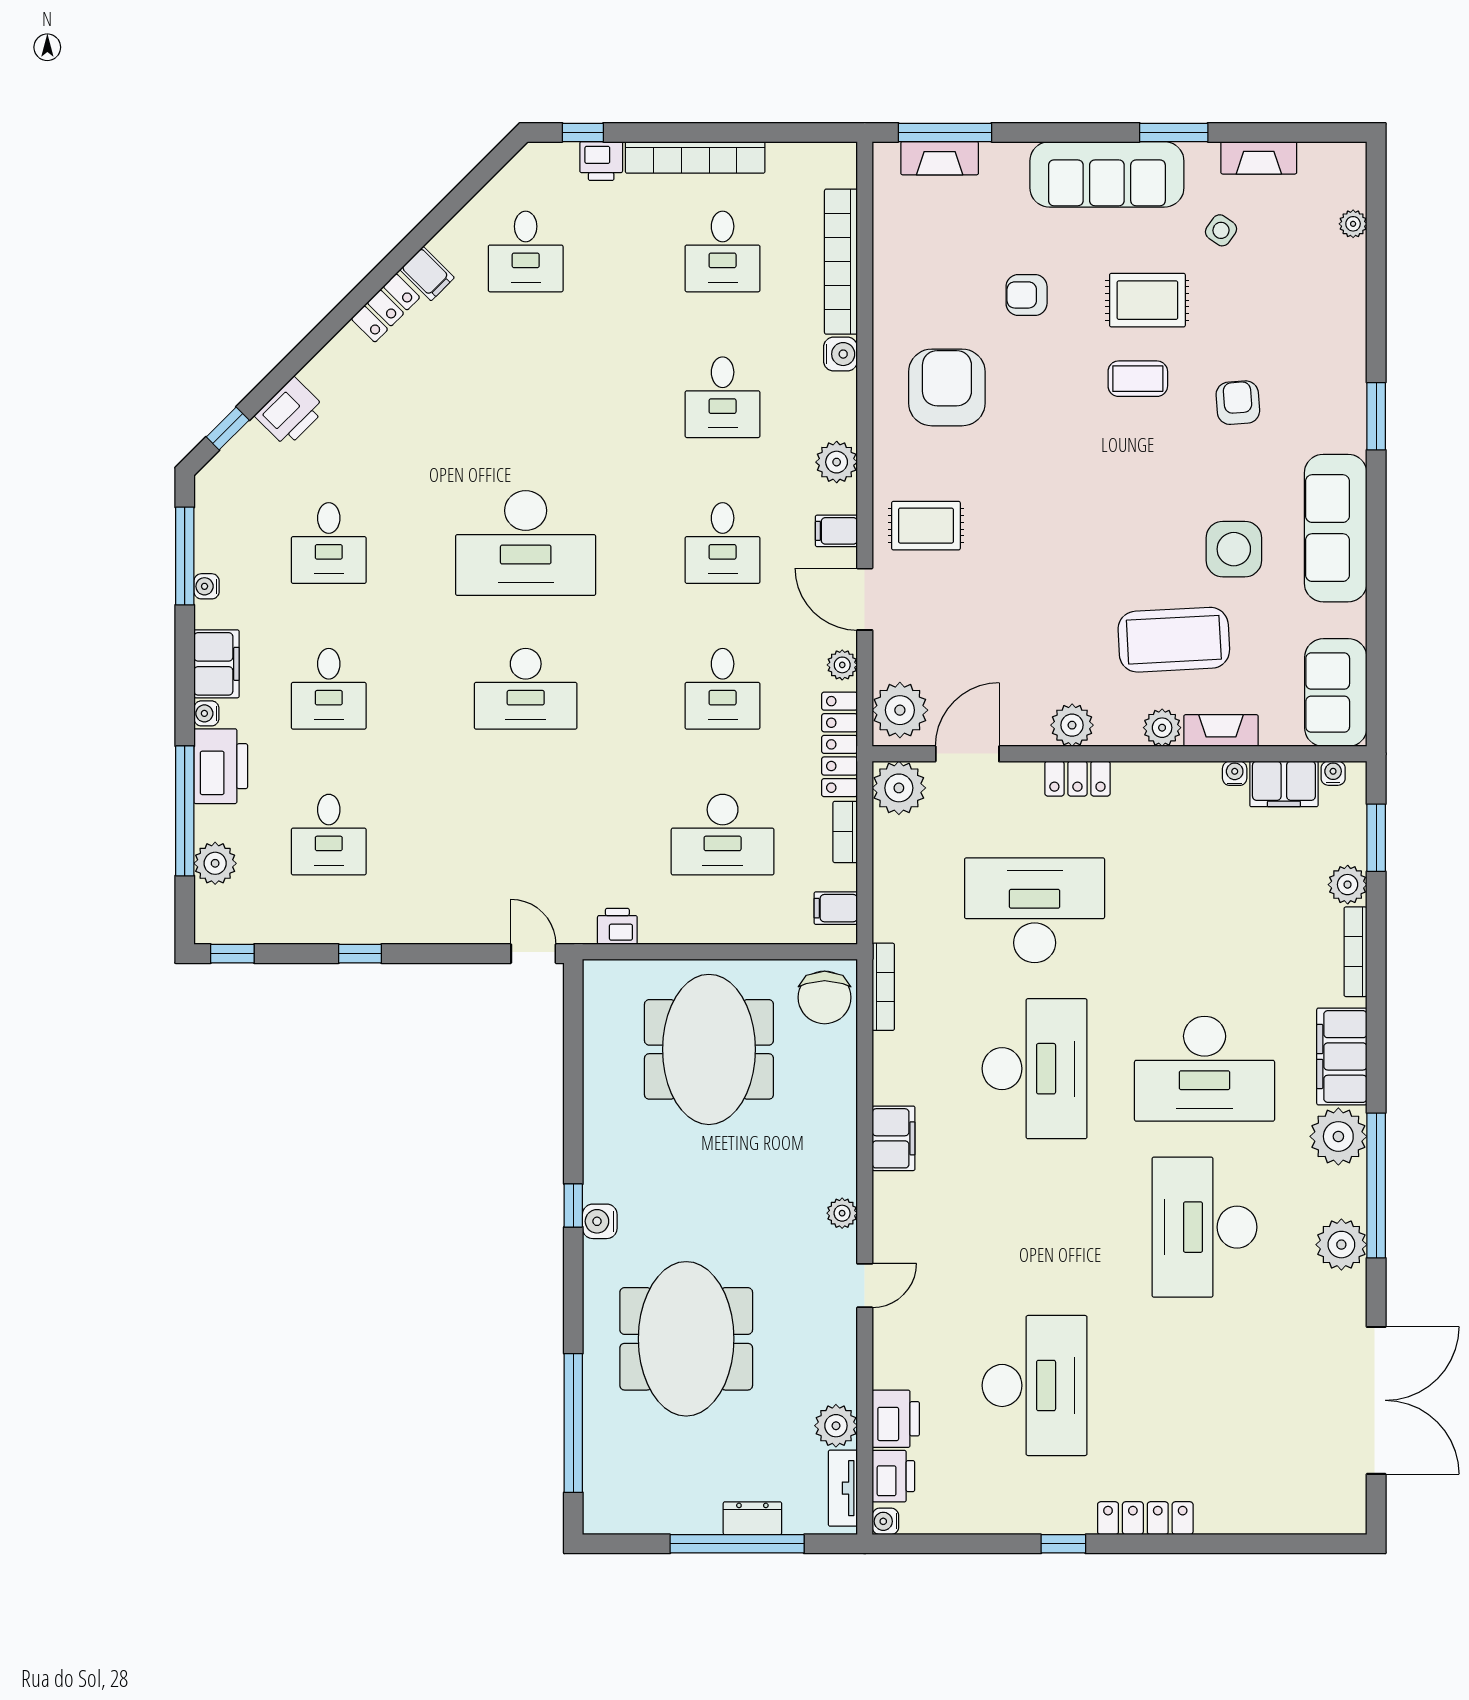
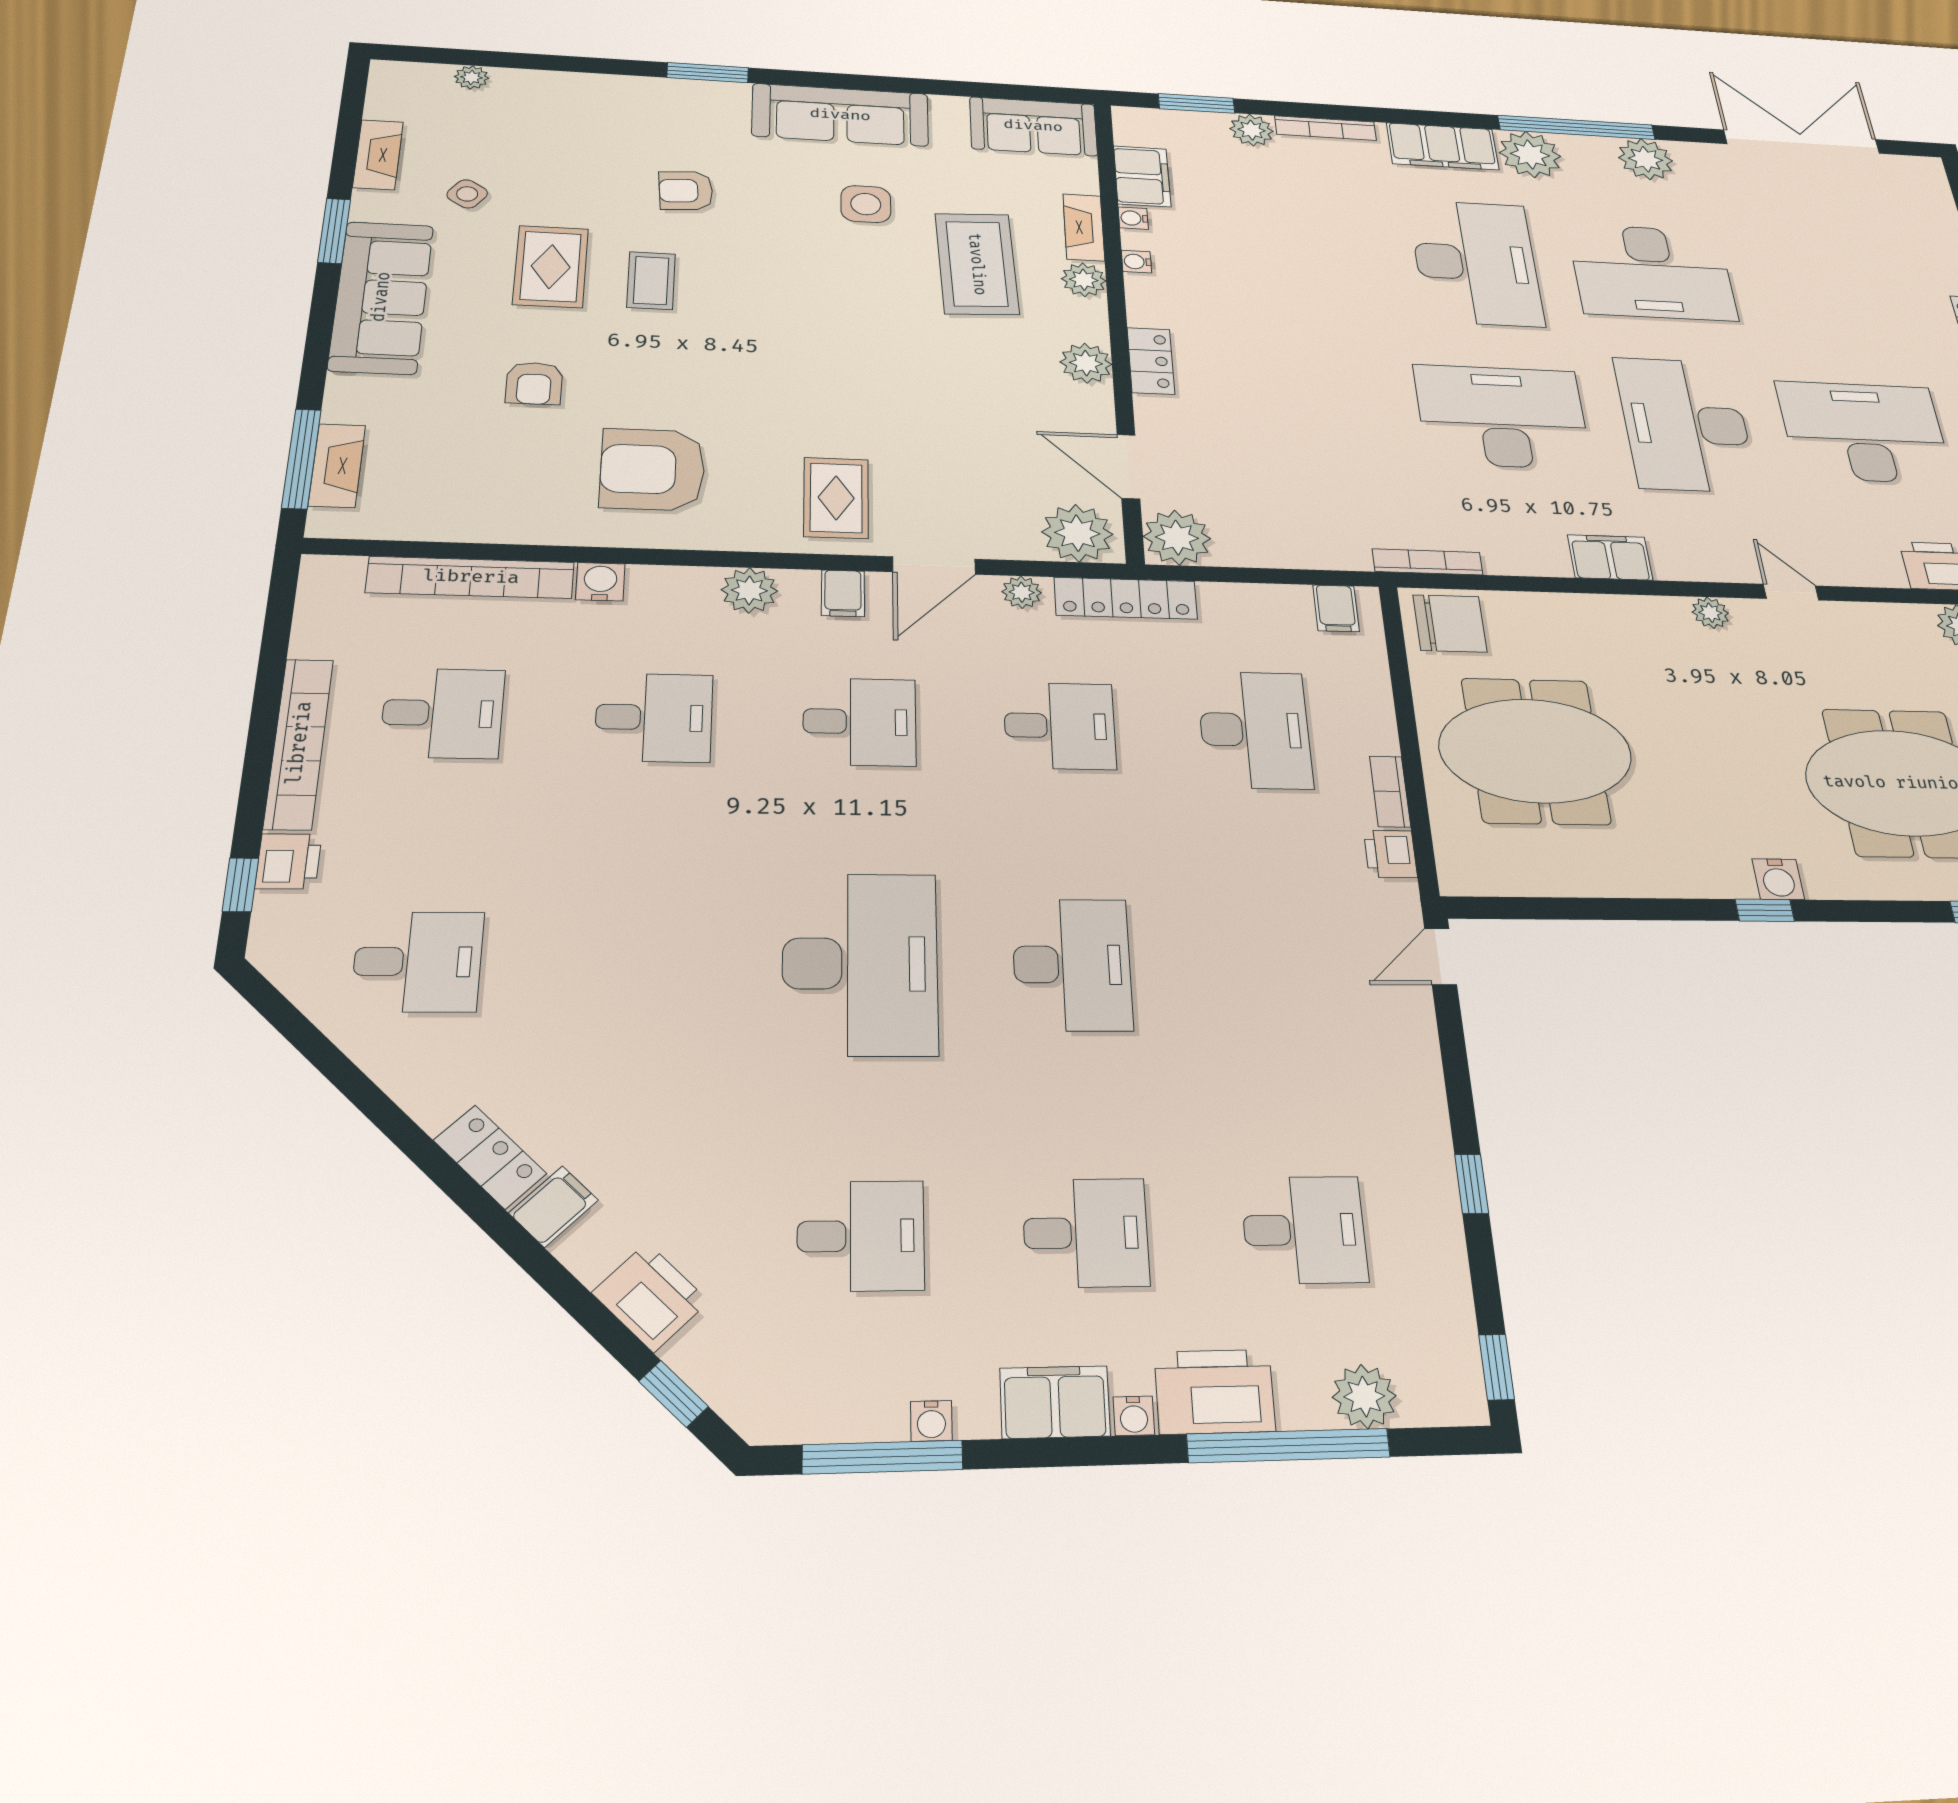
filing cabinet: (427, 274) -> (554, 1207), moved
side table: (1234, 549) -> (866, 204), width x0.73, depth x0.73
water cooler: (1333, 773) -> (1137, 262), moved
bookcase: (845, 832) -> (1390, 791), moved, turned 90
desk: (1035, 910) -> (1686, 425), moved

